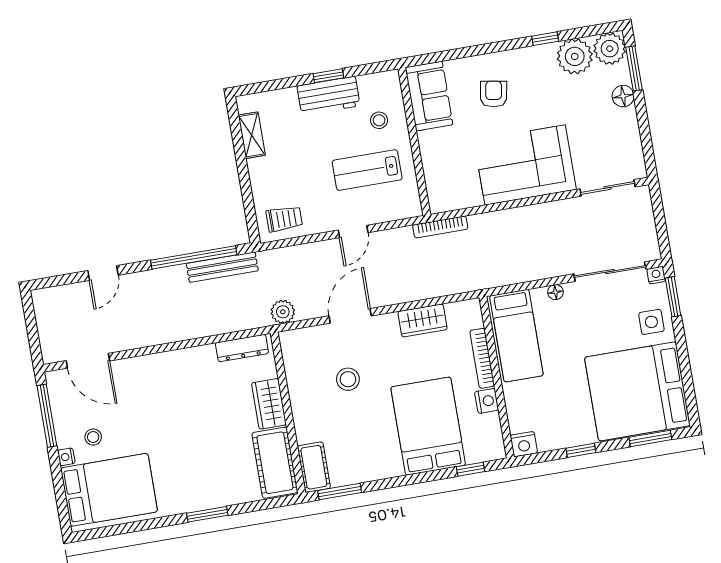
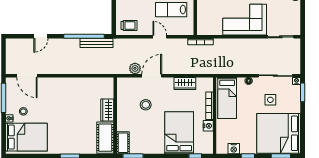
door: (353, 231) -> (160, 37), swing flipped
plant: (283, 312) -> (135, 68), moved
side table: (651, 322) -> (270, 100), moved
dresser: (242, 348) -> (99, 82), removed
nightstand: (524, 444) -> (234, 149), moved

